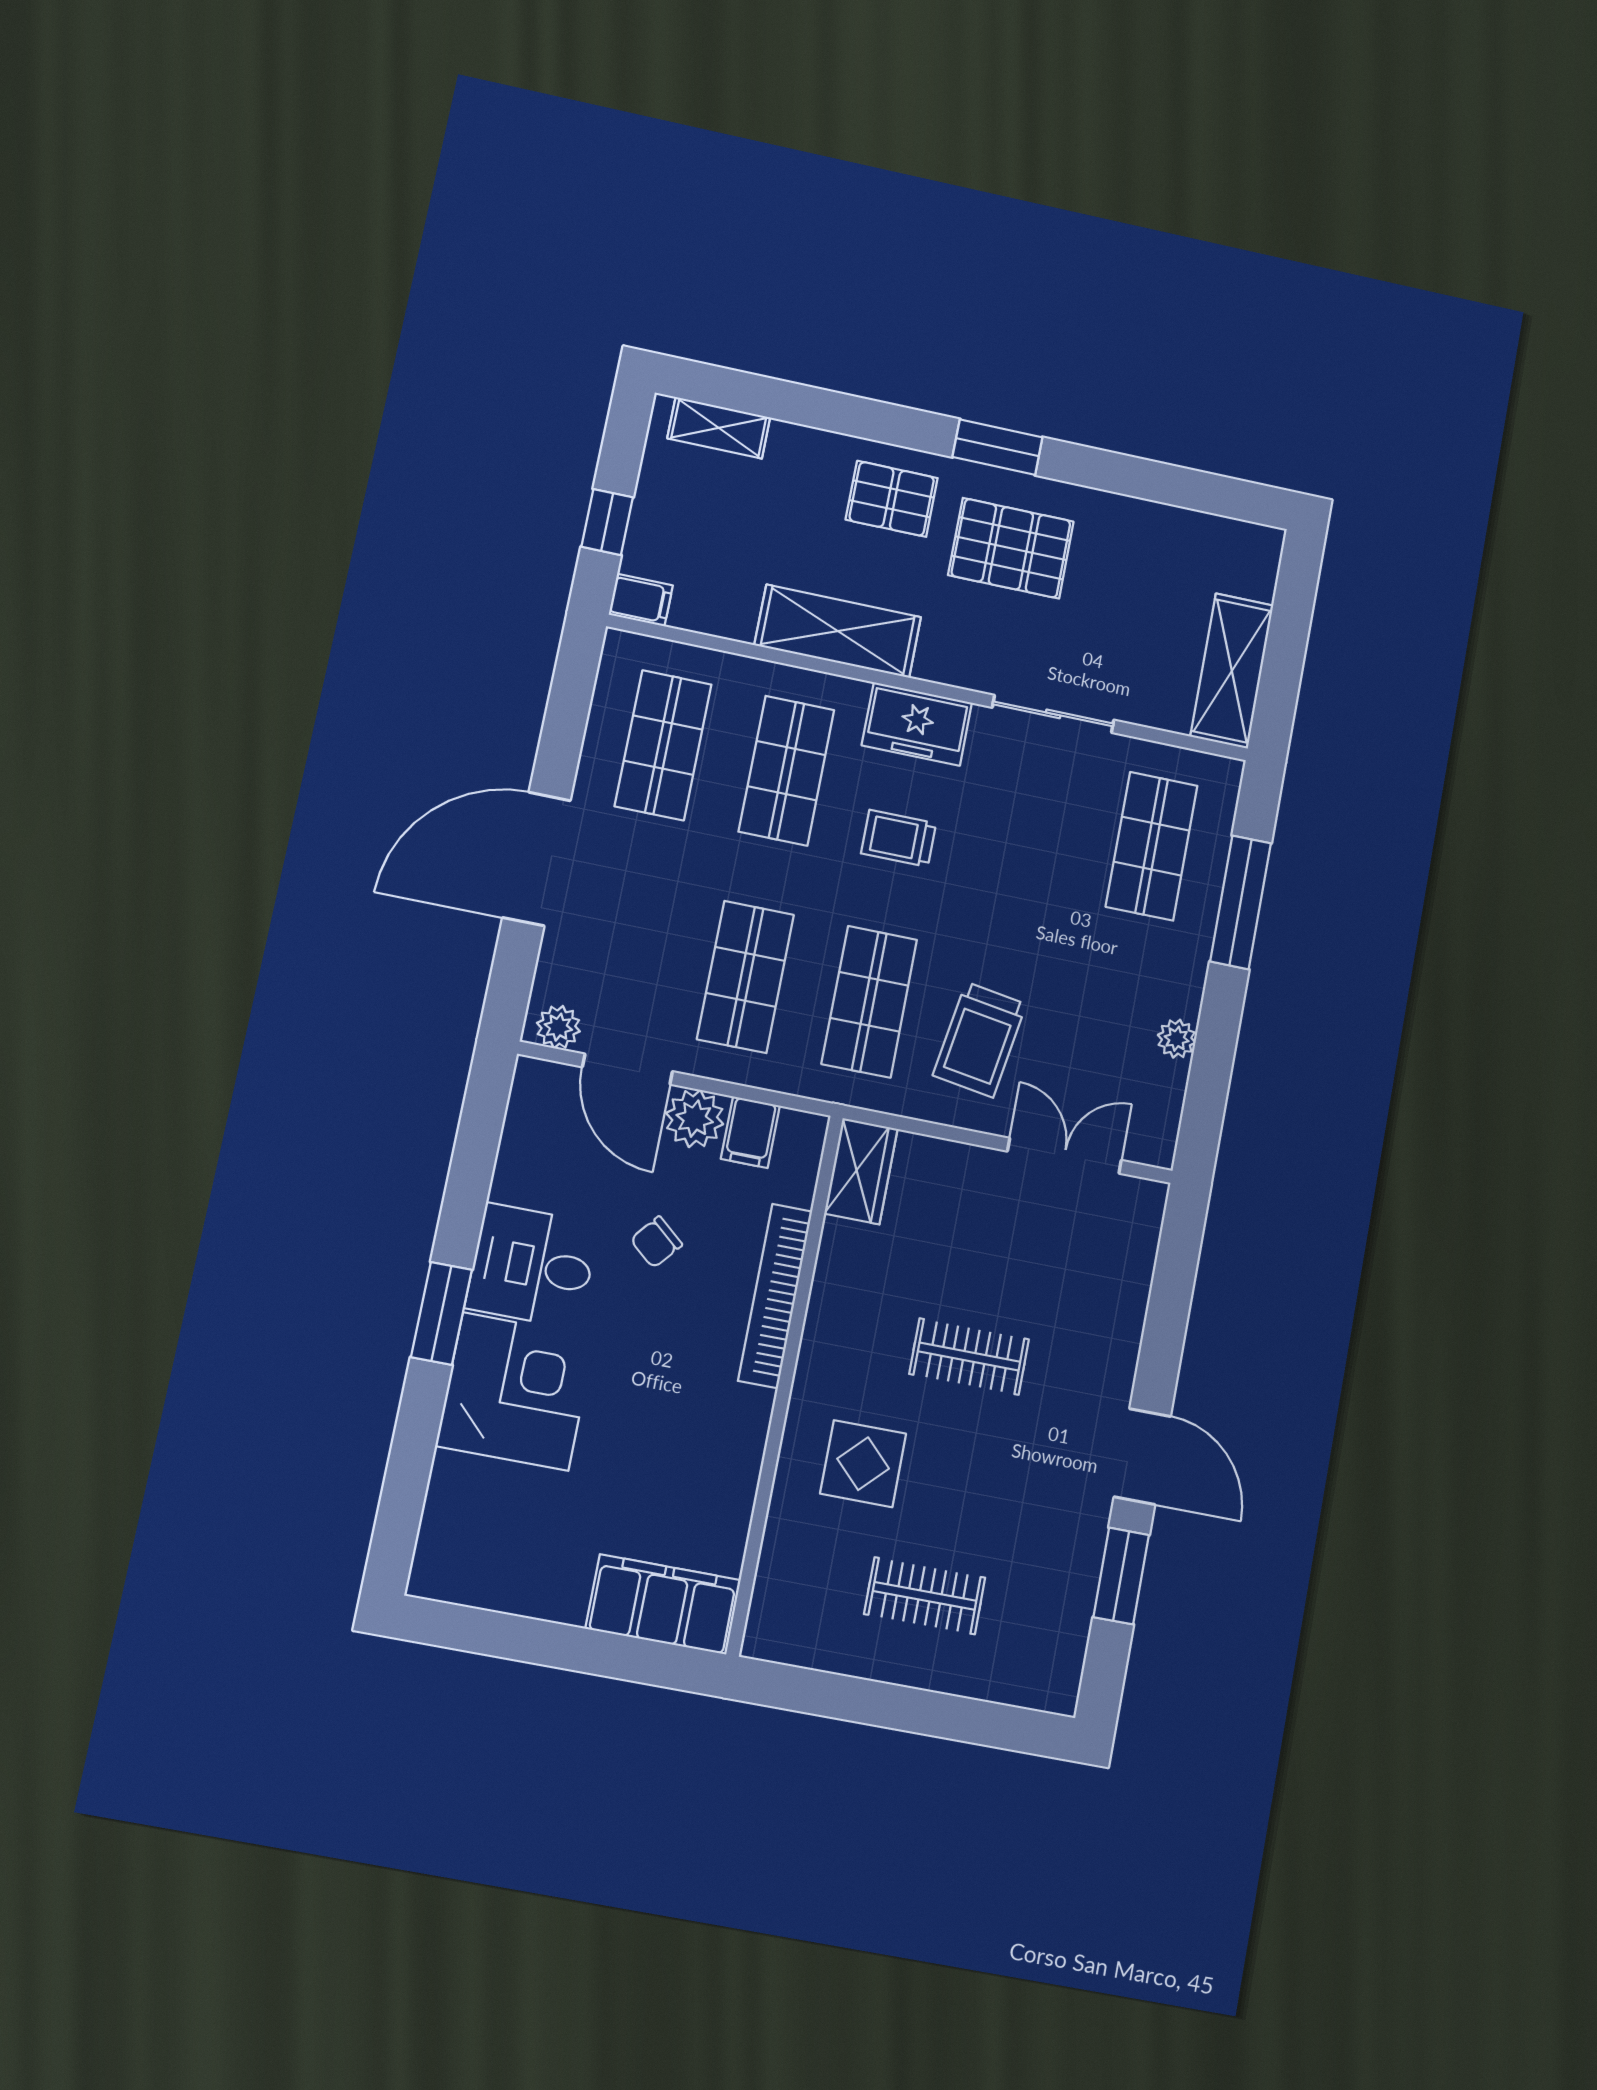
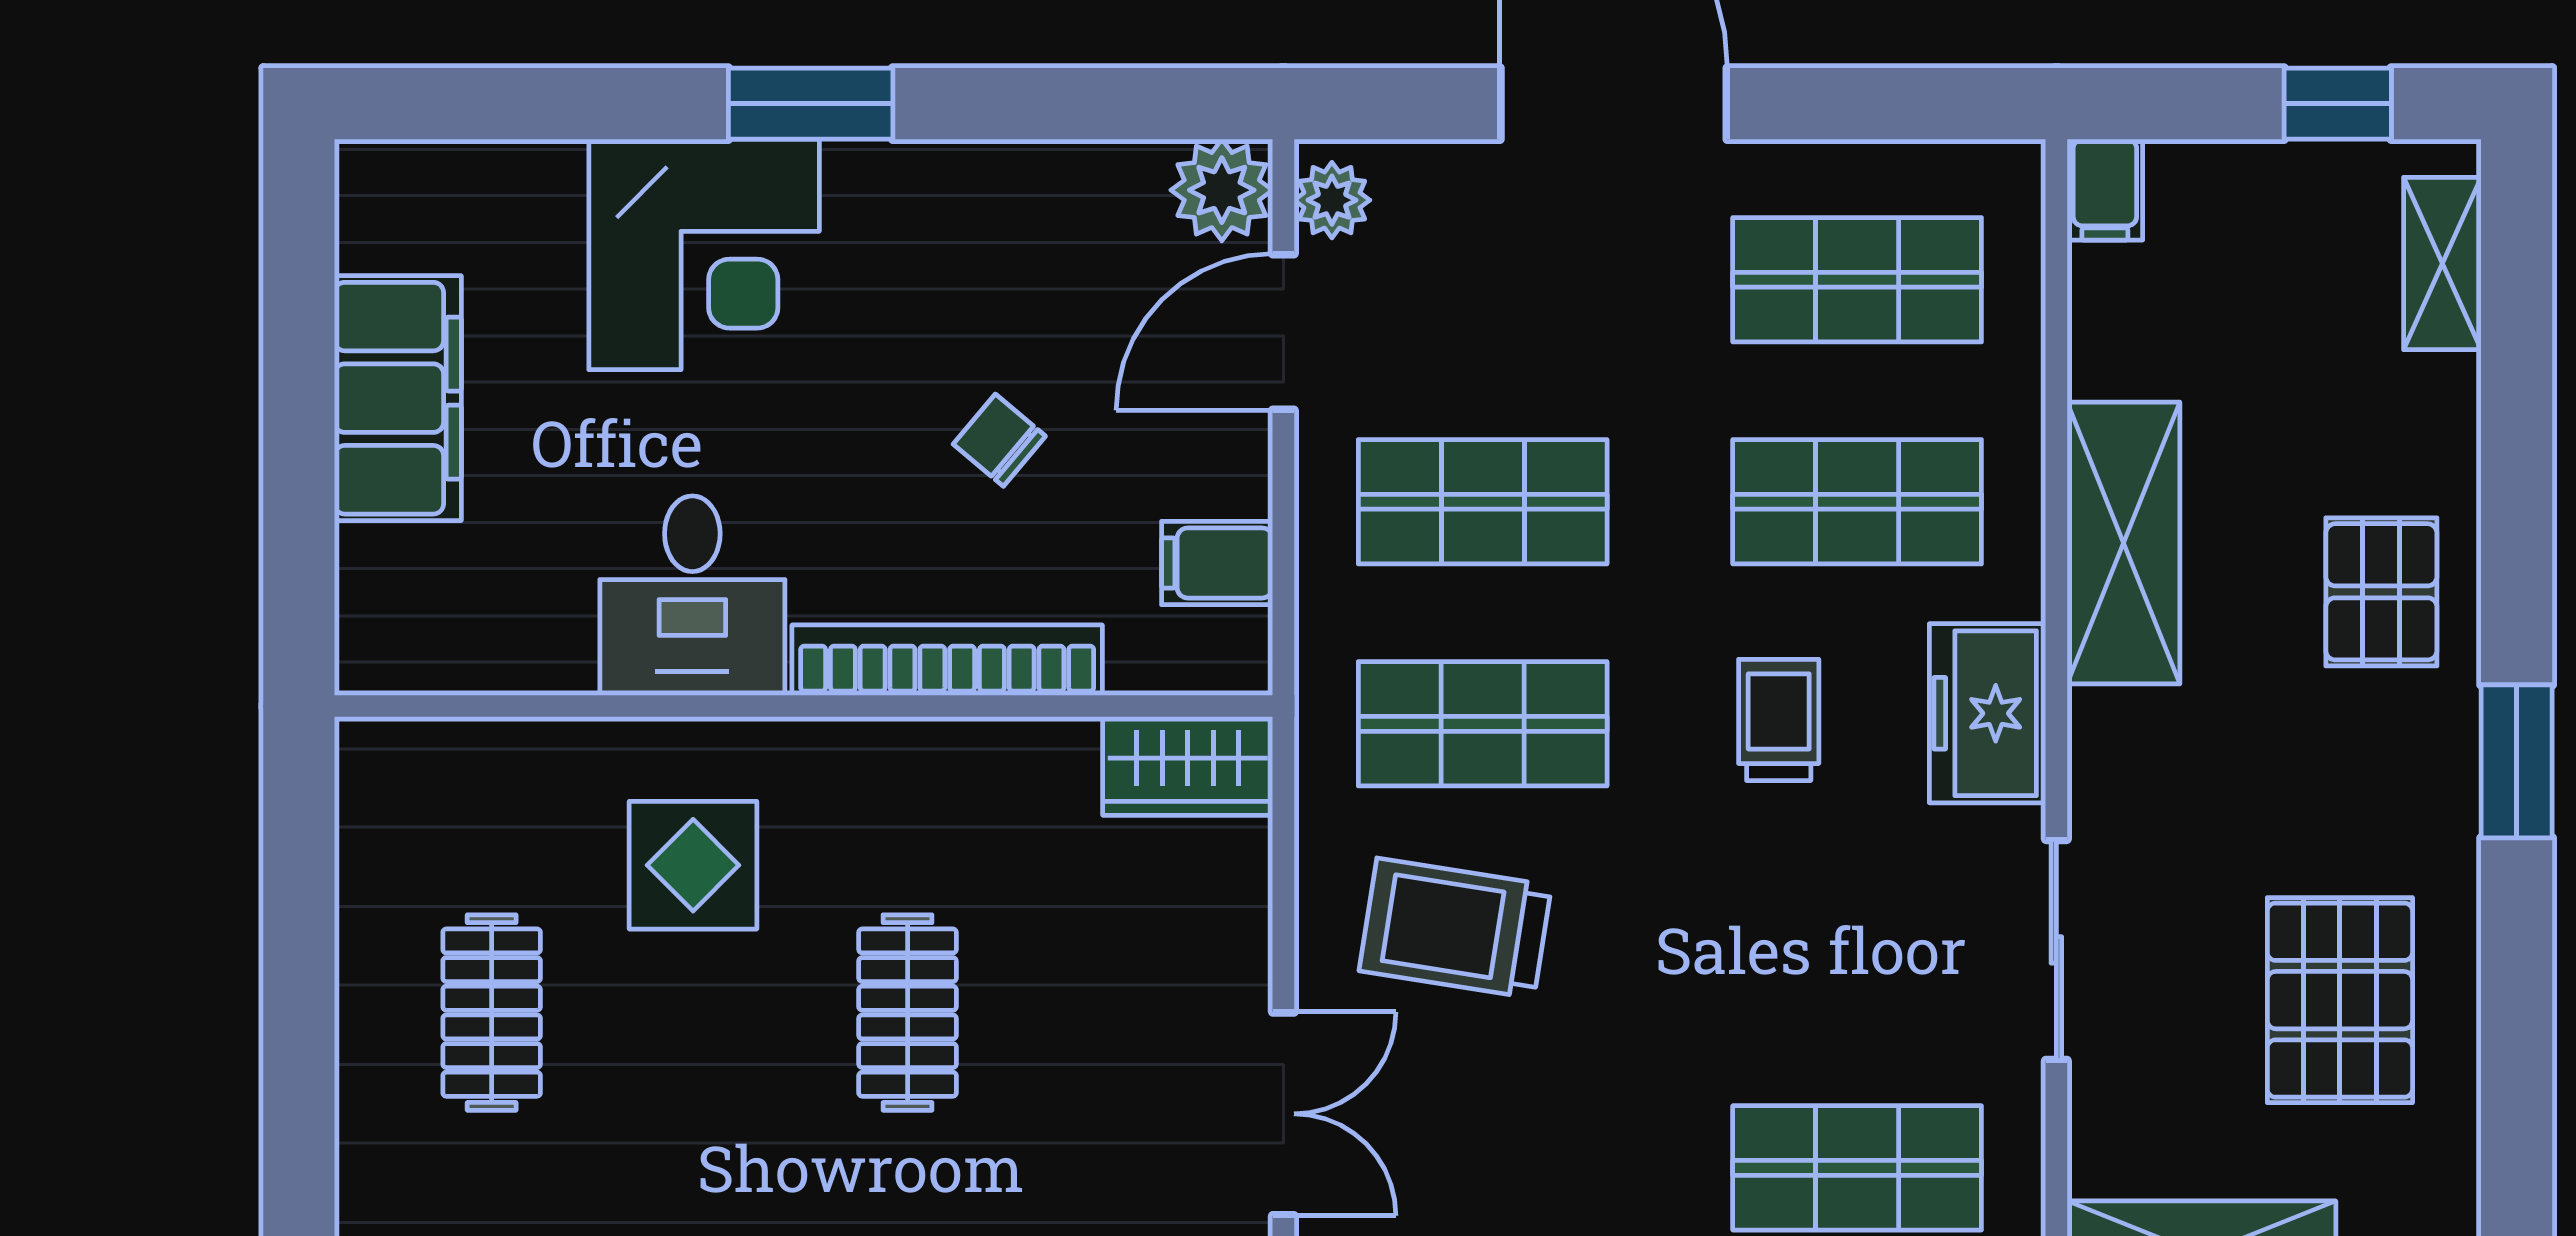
window: (607, 522) -> (2338, 104), moved
pallet: (1011, 548) -> (2340, 1000), moved
plant: (695, 1119) -> (1222, 190), moved
desk: (532, 1266) -> (692, 596), moved, turned 180
filing cabinet: (663, 1604) -> (398, 398), moved

